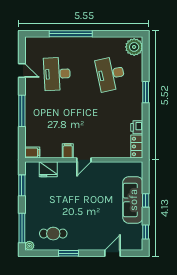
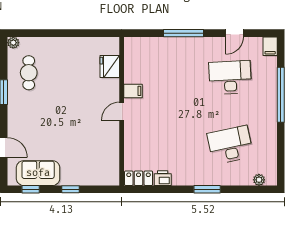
plant: (134, 47) -> (259, 180), width x0.53, depth x0.53
filing cabinet: (32, 153) -> (270, 46), moved
door: (84, 160) -> (122, 111), hinge flipped
window: (22, 185) -> (90, 33), removed
sofa: (133, 200) -> (38, 173), moved, width x0.73
window: (22, 228) -> (36, 33), removed

